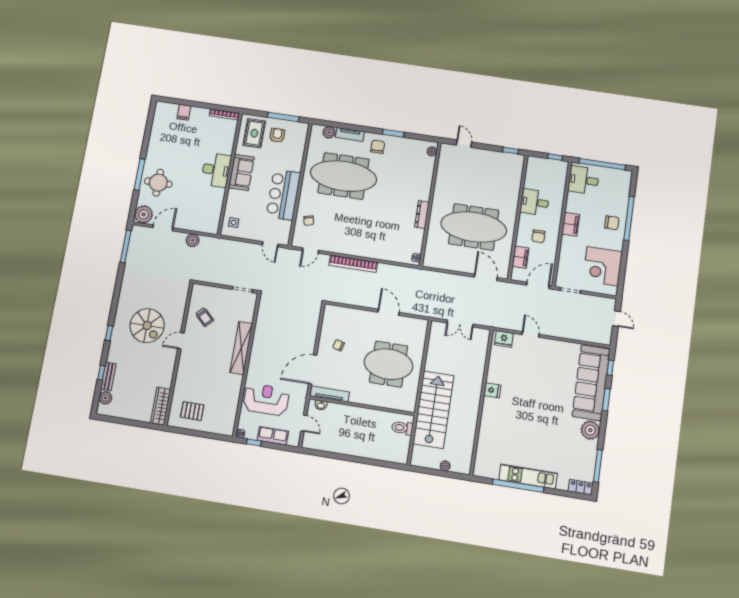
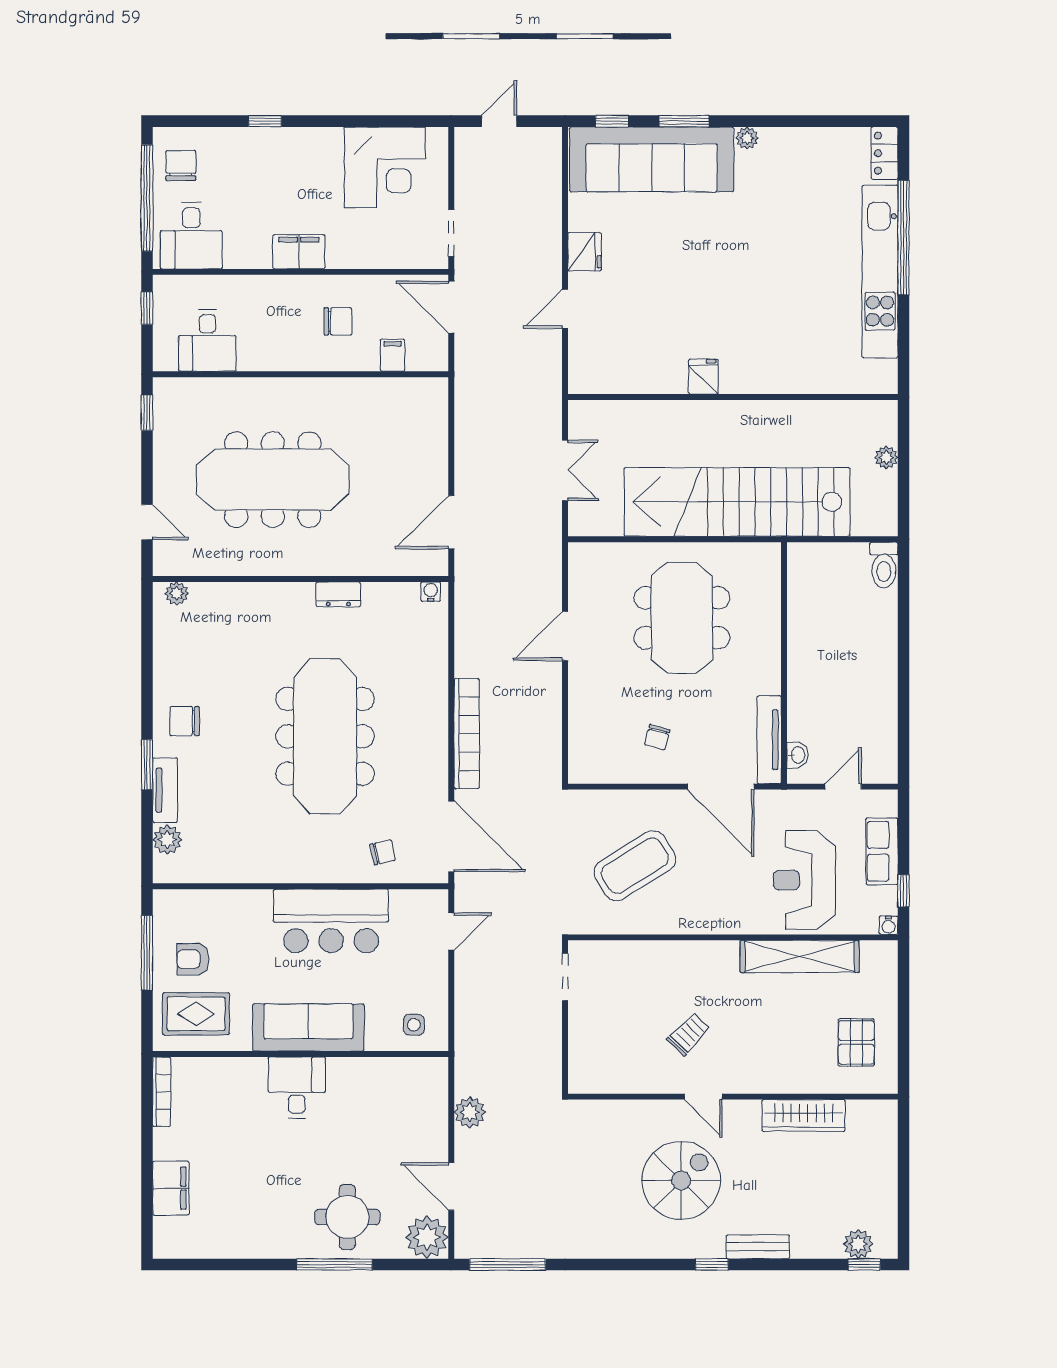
filing cabinet: (184, 112) -> (171, 1188), width x2.00
window: (393, 133) -> (147, 765), moved
door: (464, 144) -> (147, 522), swing flipped
desk: (216, 170) -> (297, 1088), width x0.73
sofa: (241, 172) -> (308, 1027), width x1.36
meeting table: (343, 176) -> (325, 736), moved
desk: (535, 202) -> (207, 340), moved
dresser: (422, 215) -> (338, 594), width x0.70
window: (629, 218) -> (265, 121), width x0.32
chair: (612, 223) -> (181, 166), moved
meeting table: (474, 227) -> (273, 480), moved, turned 90
door: (311, 251) -> (451, 836), width x1.88
filing cabinet: (521, 257) -> (393, 355), width x0.50
door: (486, 277) -> (451, 522), moved
trolley: (205, 317) -> (688, 1034), moved
coffee table: (285, 327) -> (635, 866), added
fridge: (504, 339) -> (585, 252), moved
shelving: (241, 348) -> (800, 956), moved
window: (101, 373) -> (864, 1264), moved
bench: (108, 377) -> (758, 1247), moved
wardrobe: (161, 406) -> (804, 1116), moved
stairs: (433, 410) -> (737, 502), width x1.36
toilet: (402, 428) -> (884, 565), moved
plant: (590, 430) -> (747, 138), width x0.53, depth x0.53
window: (598, 466) -> (832, 121), removed
kitchen unit: (528, 476) -> (880, 271), width x1.36
window: (518, 486) -> (904, 238), moved

